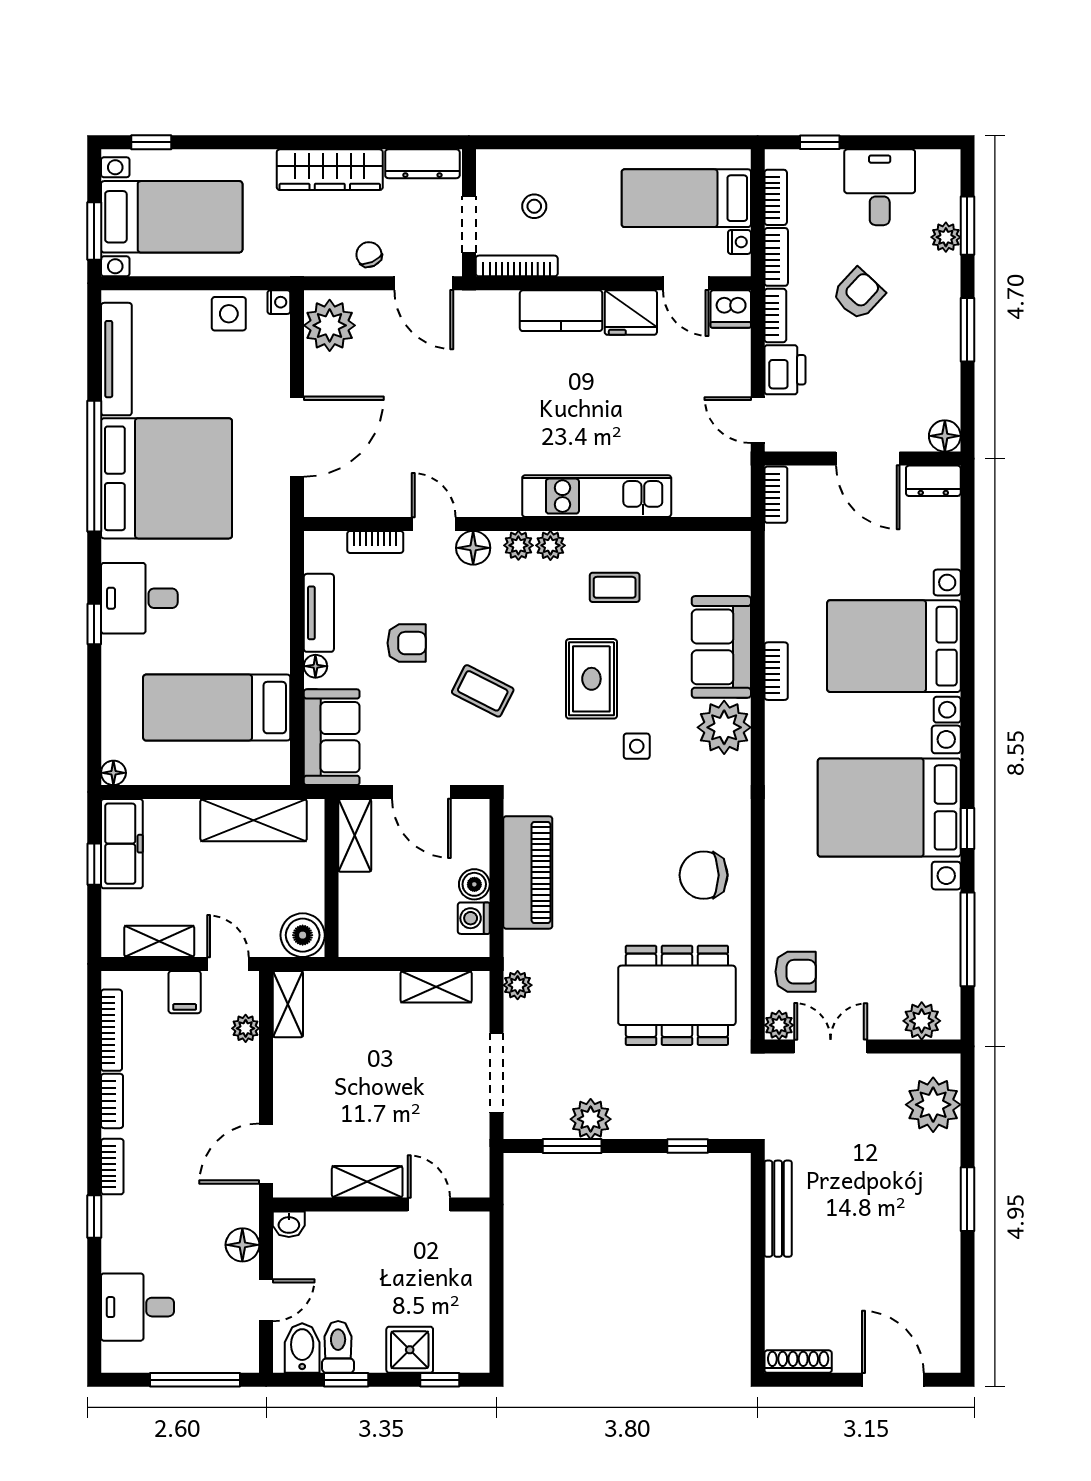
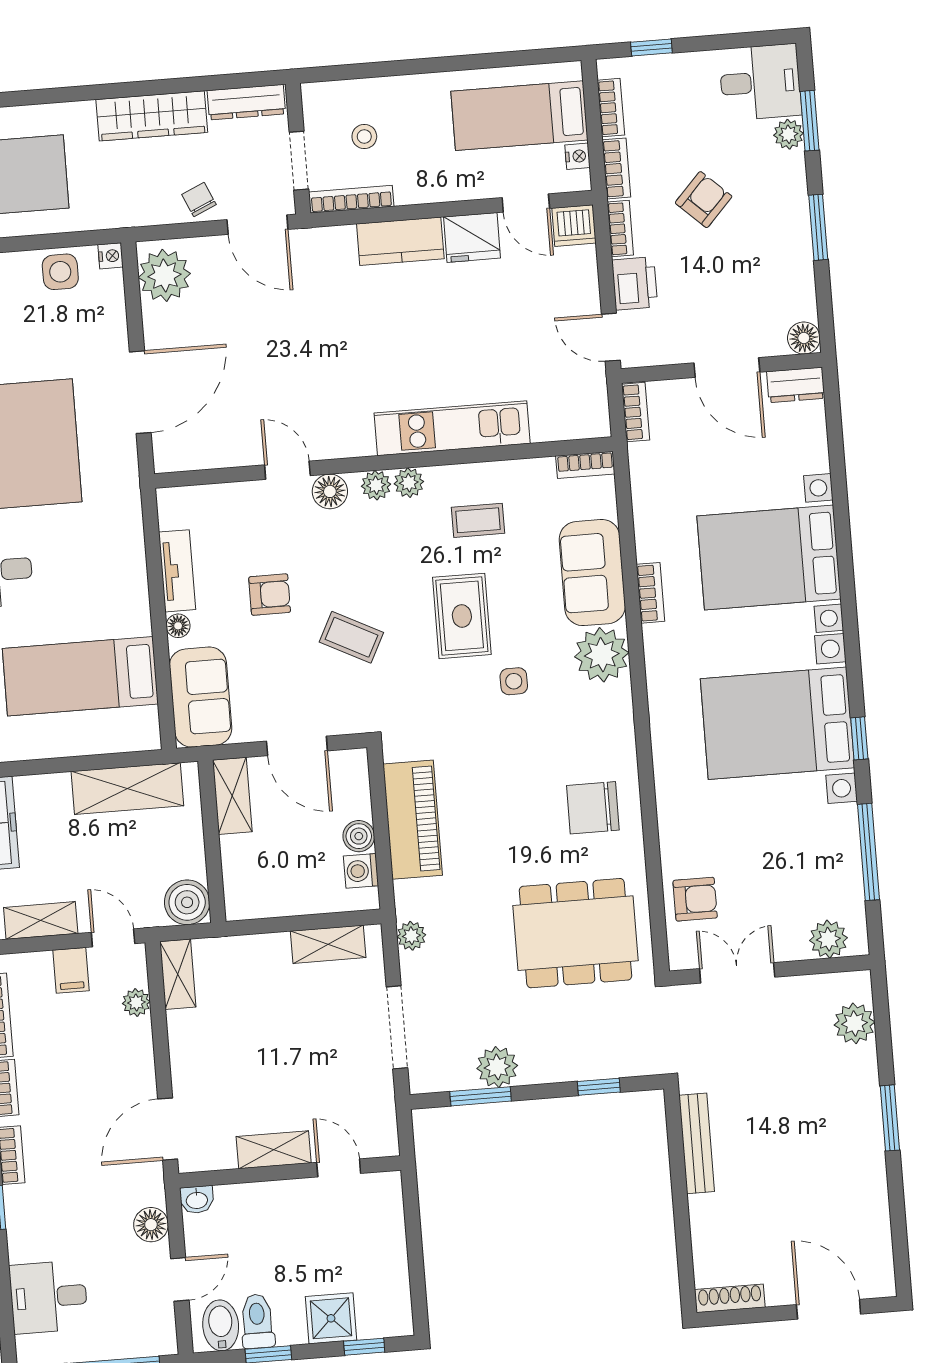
desk: (880, 187) -> (760, 82), moved, turned 90
bookcase: (375, 542) -> (585, 465), moved
plant: (779, 1025) -> (683, 955), removed
plant: (933, 1105) -> (854, 1023), width x0.73, depth x0.73

